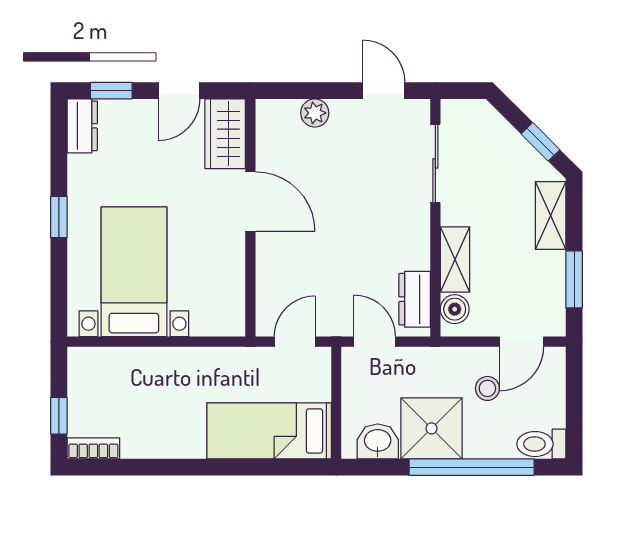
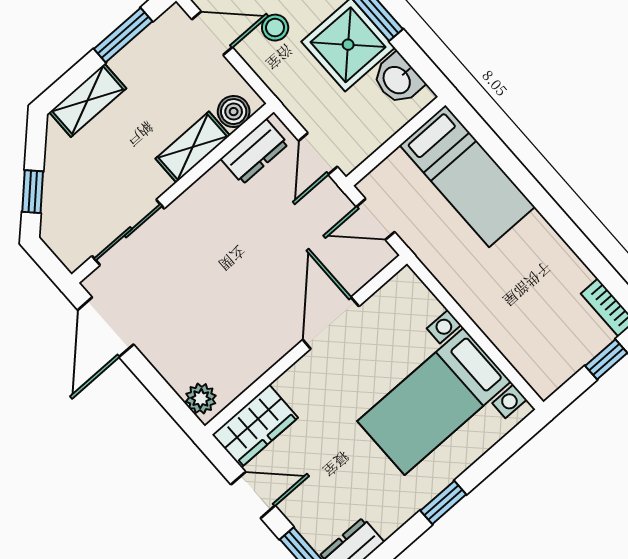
door: (384, 91) -> (106, 327), width x1.38
plant: (315, 113) -> (201, 399), moved
window: (541, 142) -> (33, 192), moved
door: (250, 202) -> (331, 323), moved

